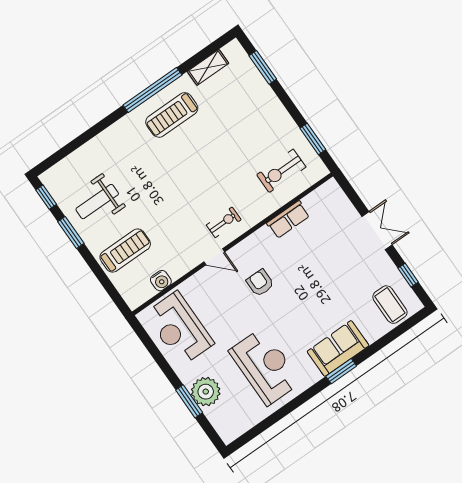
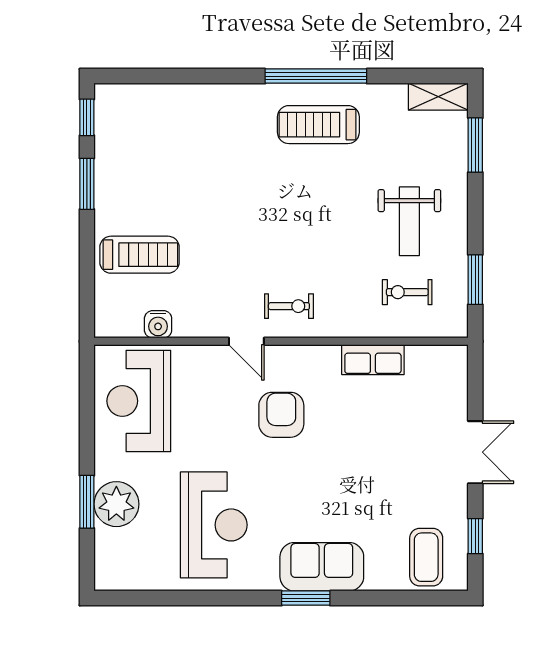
shelving: (208, 67) -> (438, 97), moved
exercise bike: (281, 171) -> (407, 292), width x0.73, depth x0.72
weight bench: (97, 202) -> (409, 221), moved, turned -90
armchair: (260, 283) -> (281, 415), width x1.38, depth x1.38

